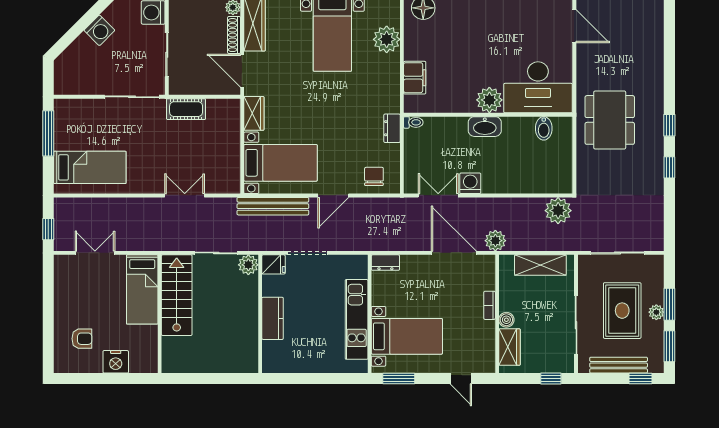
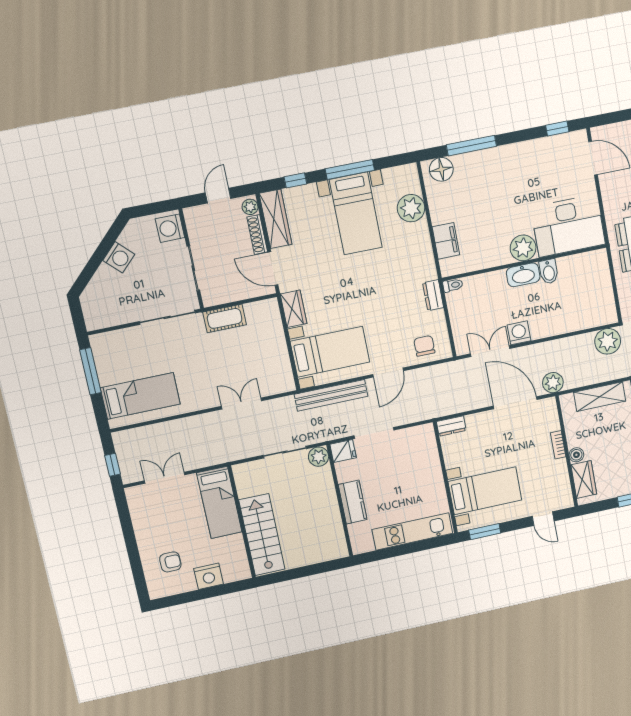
bidet: (544, 128) -> (549, 271), moved
stairs: (177, 295) -> (262, 535), moved
kitchen unit: (357, 319) -> (412, 531), moved, turned 90

